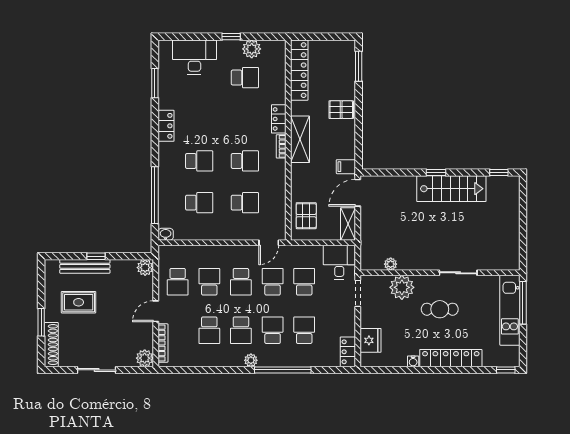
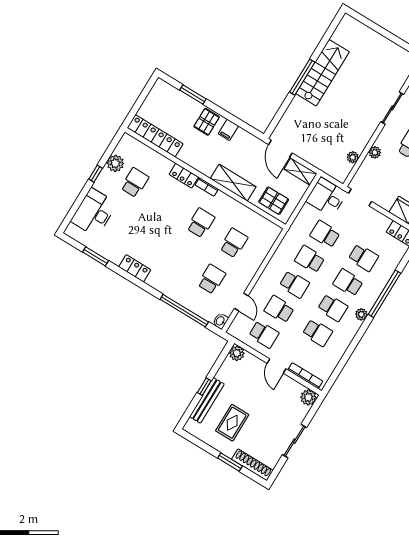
window: (359, 66) -> (193, 94), moved
shelving: (300, 139) -> (233, 183), moved
school desk: (199, 161) -> (179, 259), removed
filing cabinet: (346, 167) -> (228, 130), moved
window: (436, 172) -> (302, 77), width x2.17
window: (499, 172) -> (333, 27), removed
door: (269, 243) -> (241, 302), moved
plant: (402, 287) -> (375, 152), width x0.53, depth x0.53
school desk: (304, 330) -> (363, 258), turned 180

